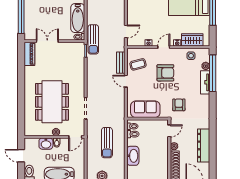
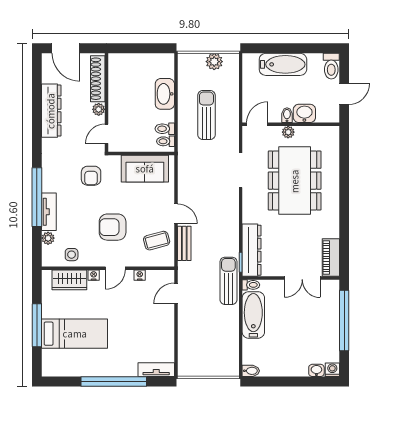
dresser: (79, 58) -> (252, 250), added
window: (213, 73) -> (37, 197), moved
door: (21, 156) -> (344, 94), hinge flipped

